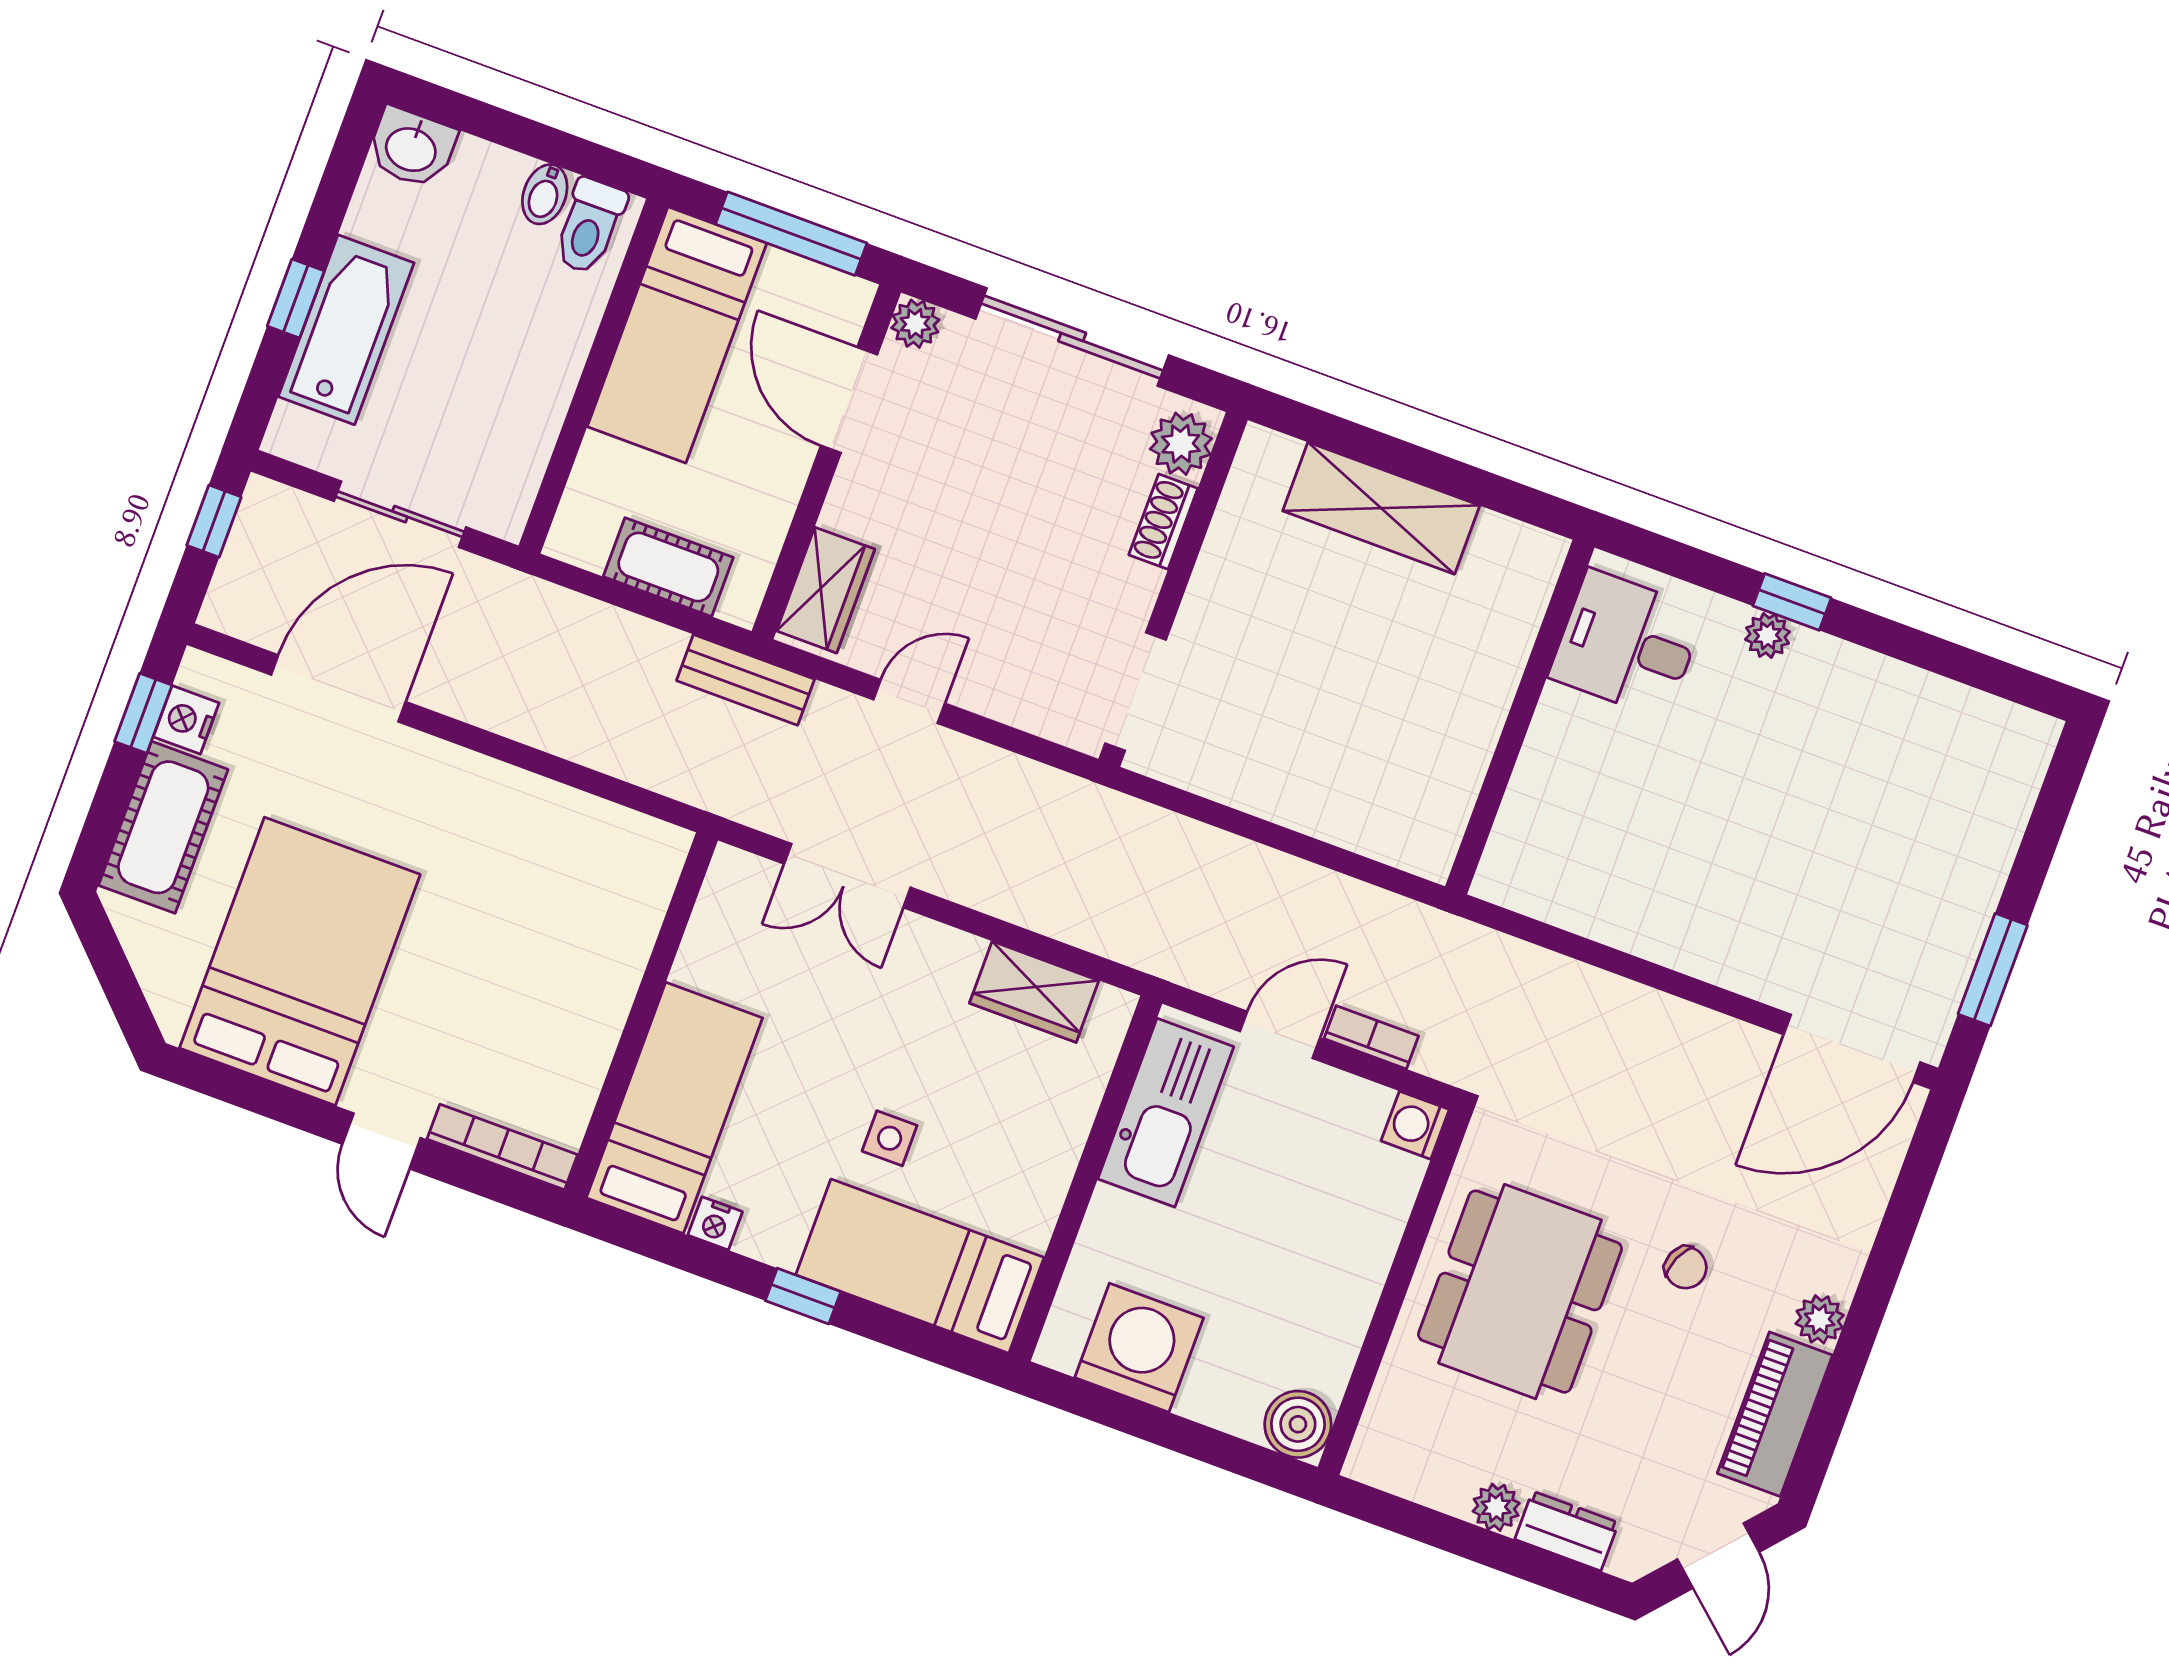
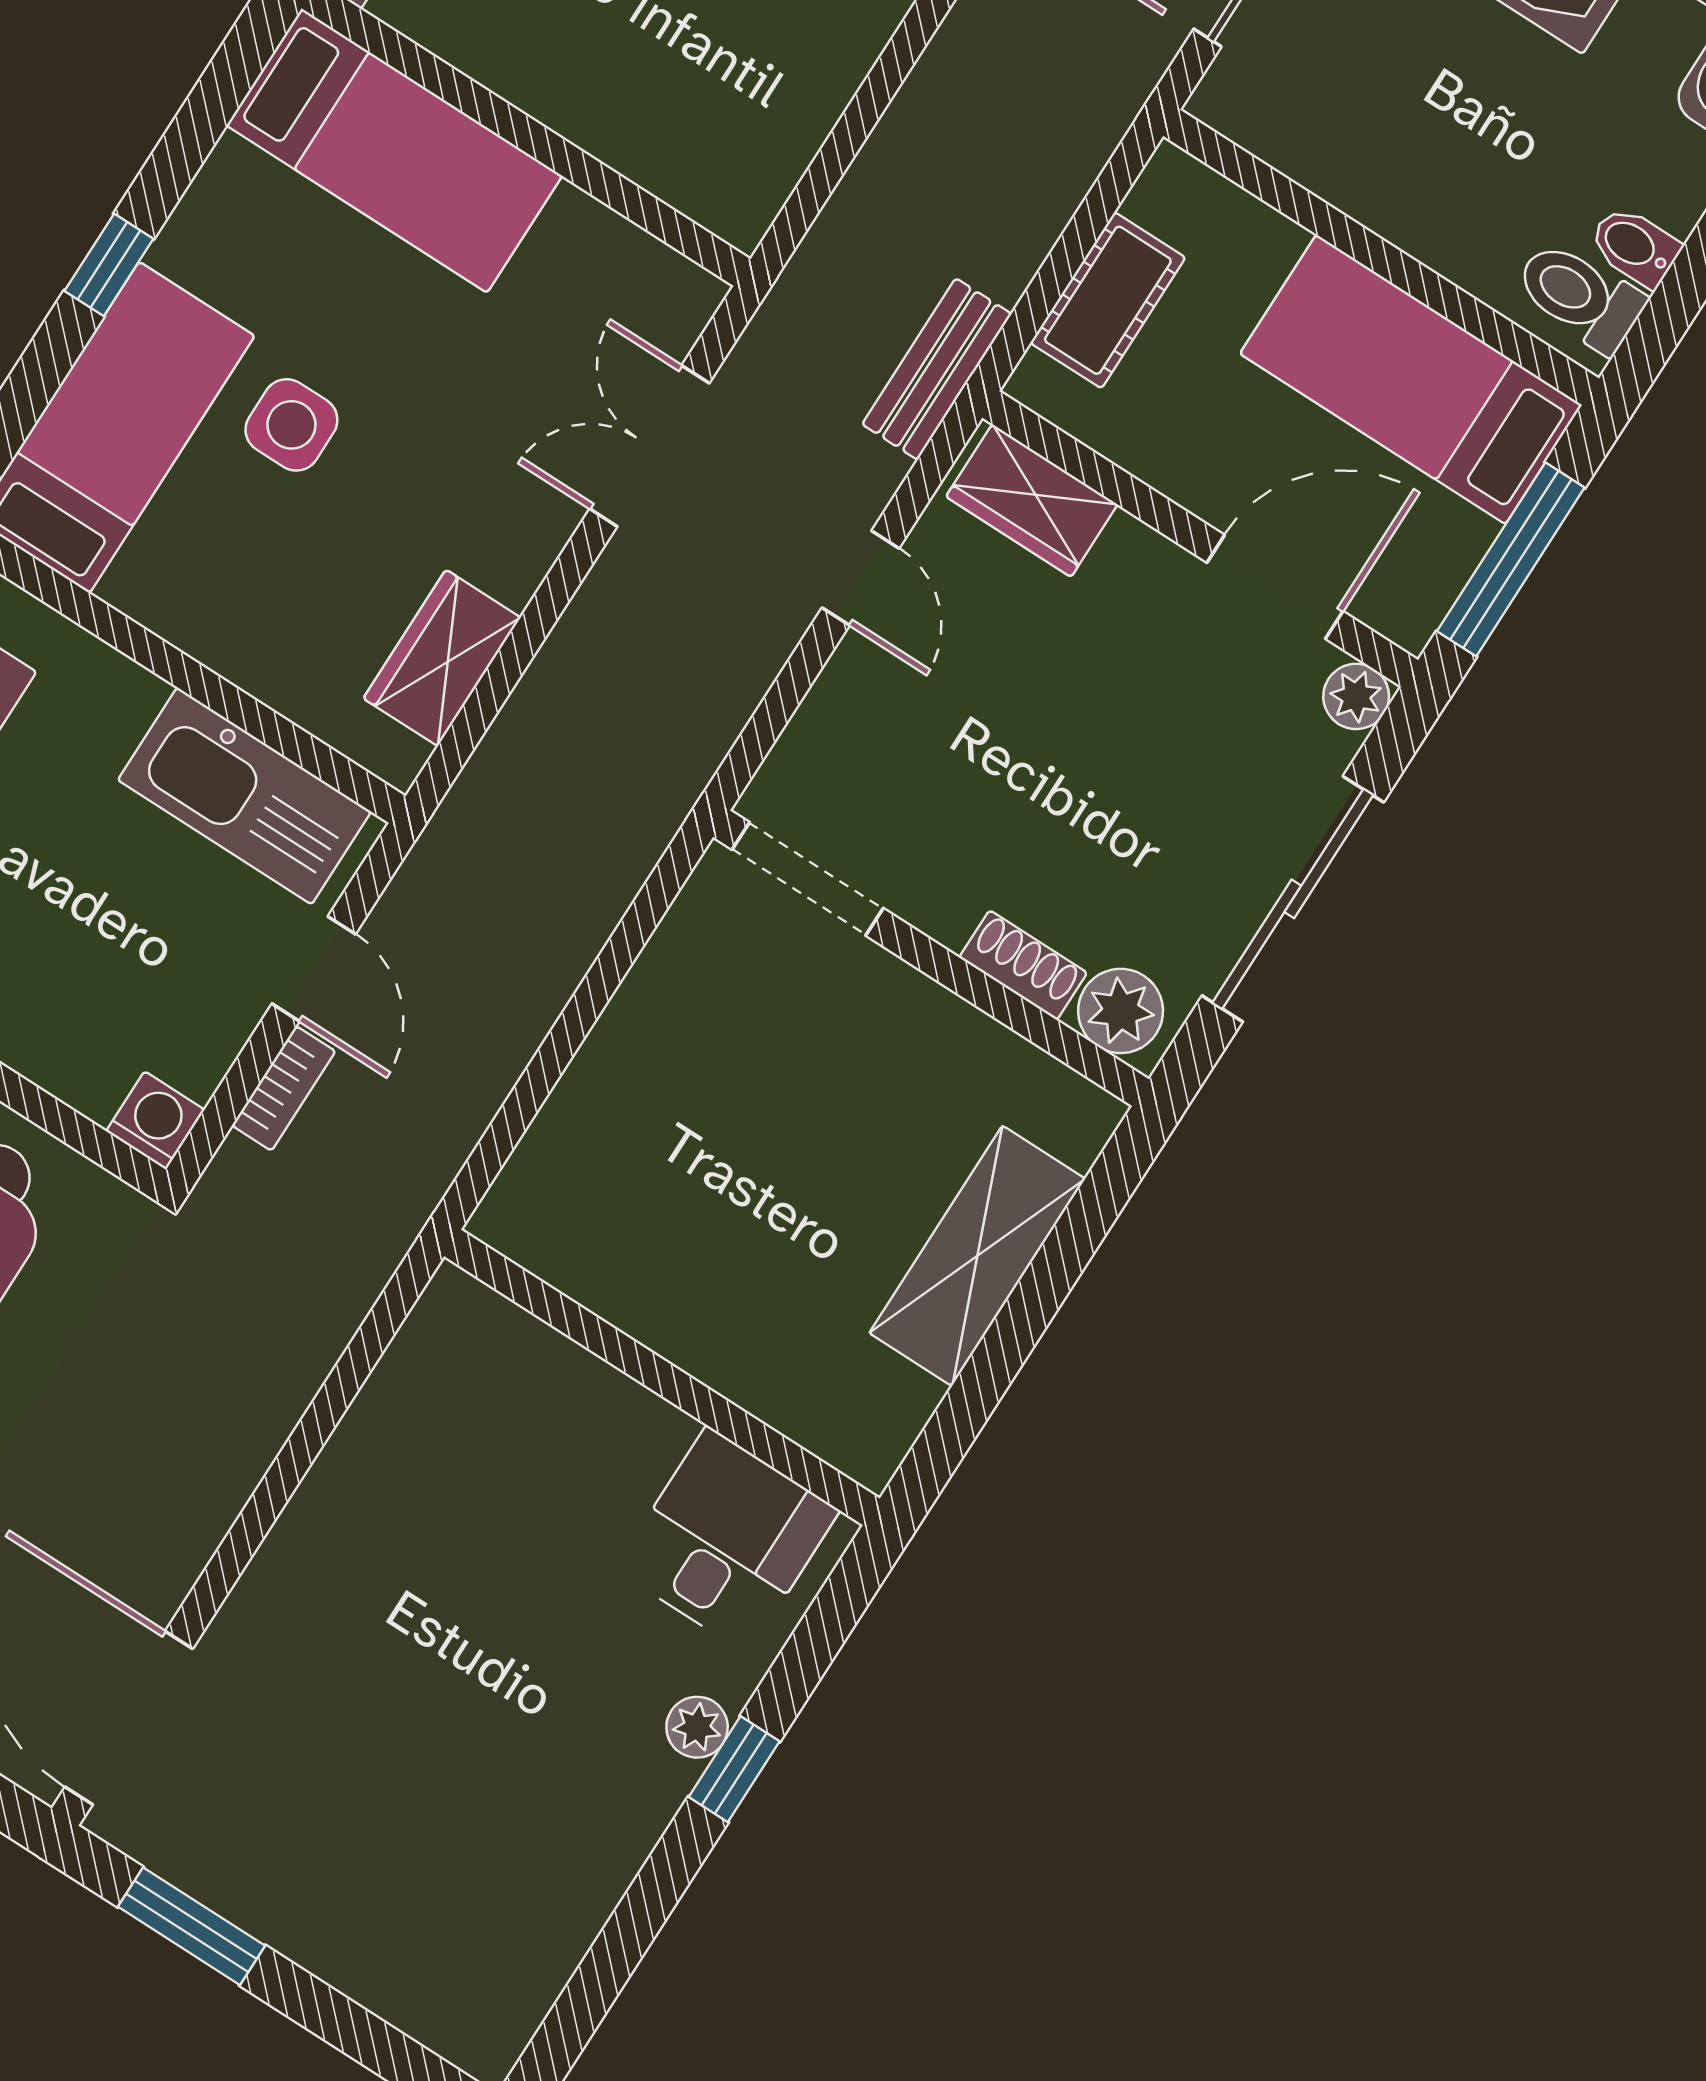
side table: (890, 1138) -> (291, 425), width x1.37, depth x1.37
nightstand: (715, 1223) -> (230, 170), removed

